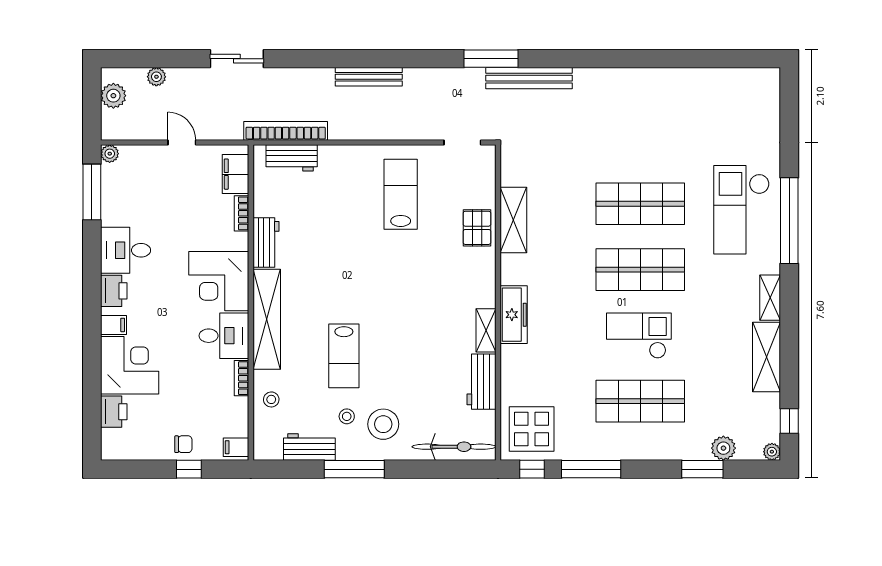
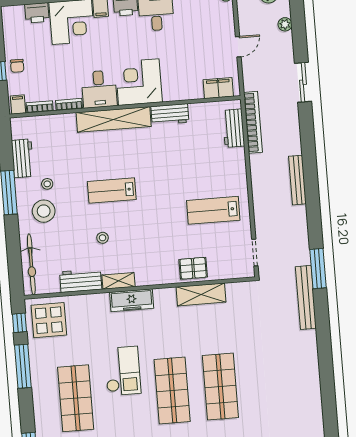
lab bench: (401, 194) -> (213, 210), turned 180
bookcase: (241, 213) -> (40, 107), moved
checkout: (639, 336) -> (123, 371), moved
lab bench: (344, 356) -> (112, 191), moved
stool: (271, 399) -> (103, 238), moved

